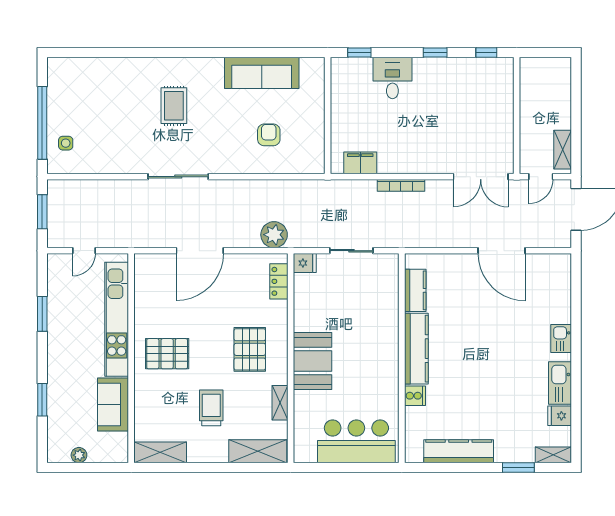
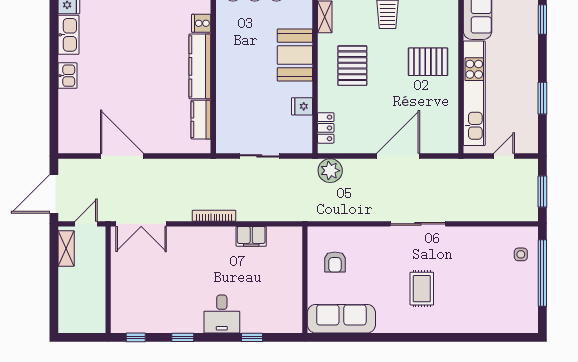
wall: (328, 115) -> (305, 280), moved
double door: (481, 177) -> (141, 224), swing flipped
fridge: (305, 263) -> (302, 106), moved

